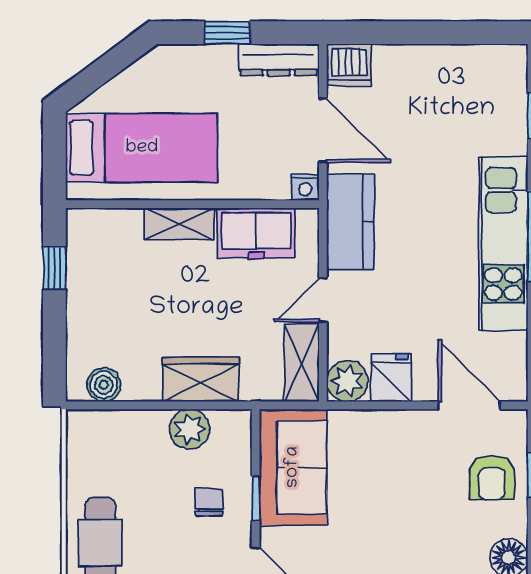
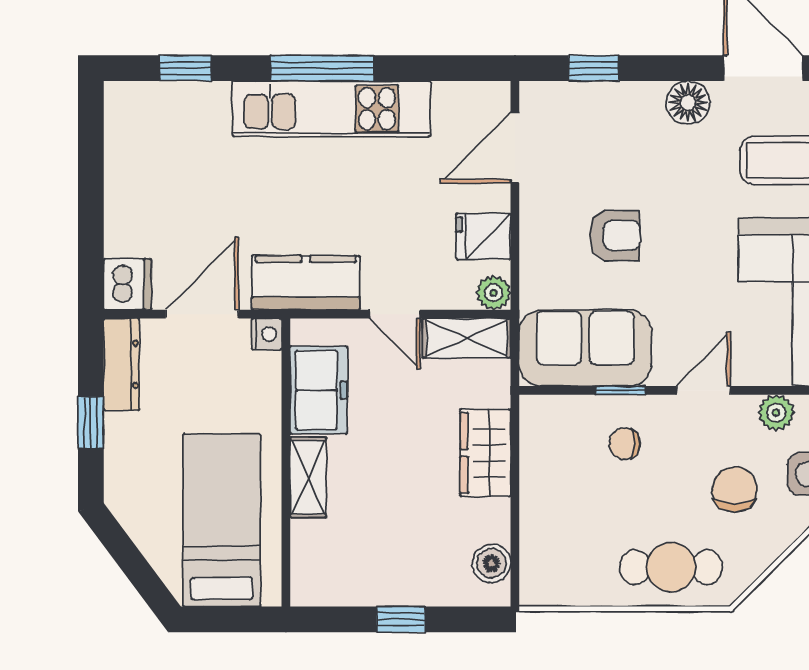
window: (54, 268) -> (401, 619), moved
plant: (347, 381) -> (494, 293), width x0.73, depth x0.73
plant: (190, 429) -> (542, 466), removed
armchair: (492, 478) -> (615, 235), moved

